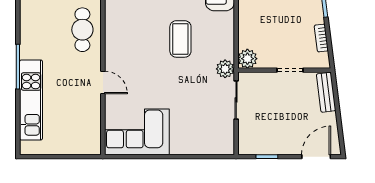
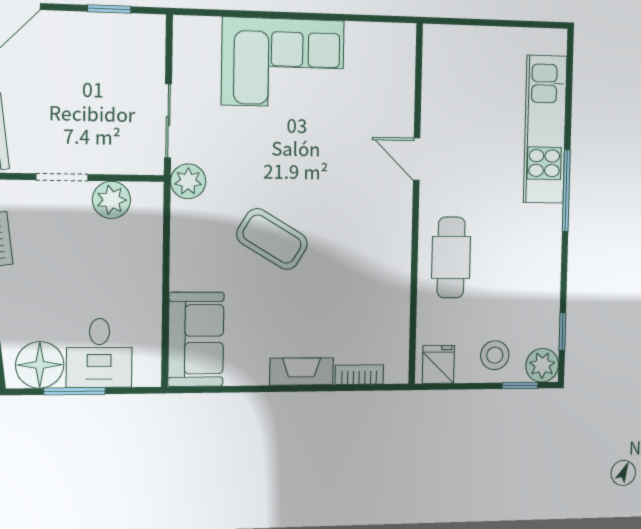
coffee table: (180, 39) -> (272, 239), turned -59
plant: (247, 59) -> (111, 200), moved
corner sofa: (137, 132) -> (283, 63), moved

